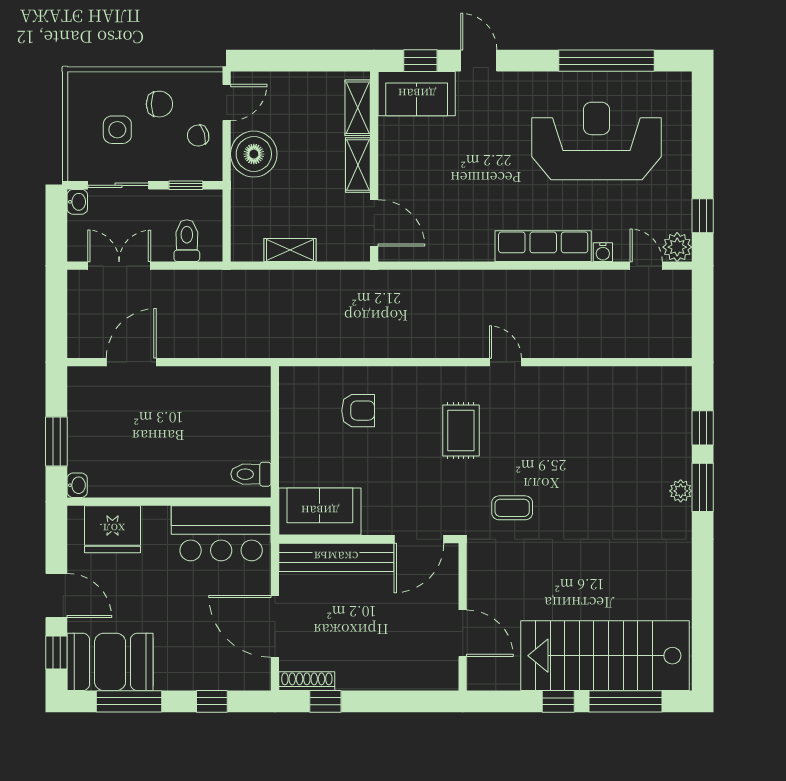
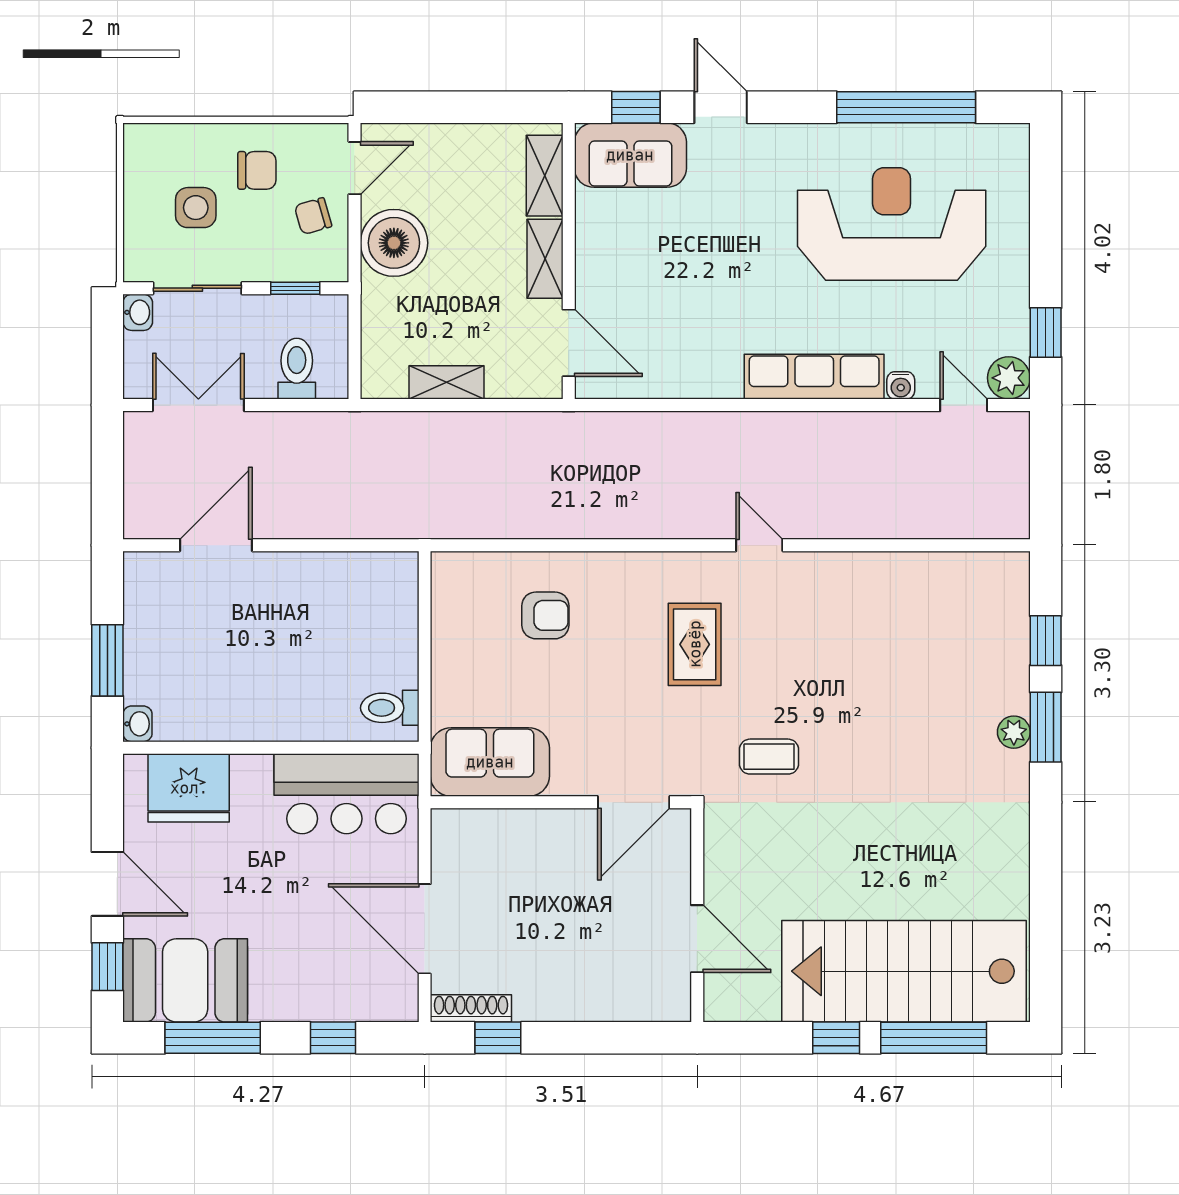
bench: (336, 557) -> (514, 829), removed

